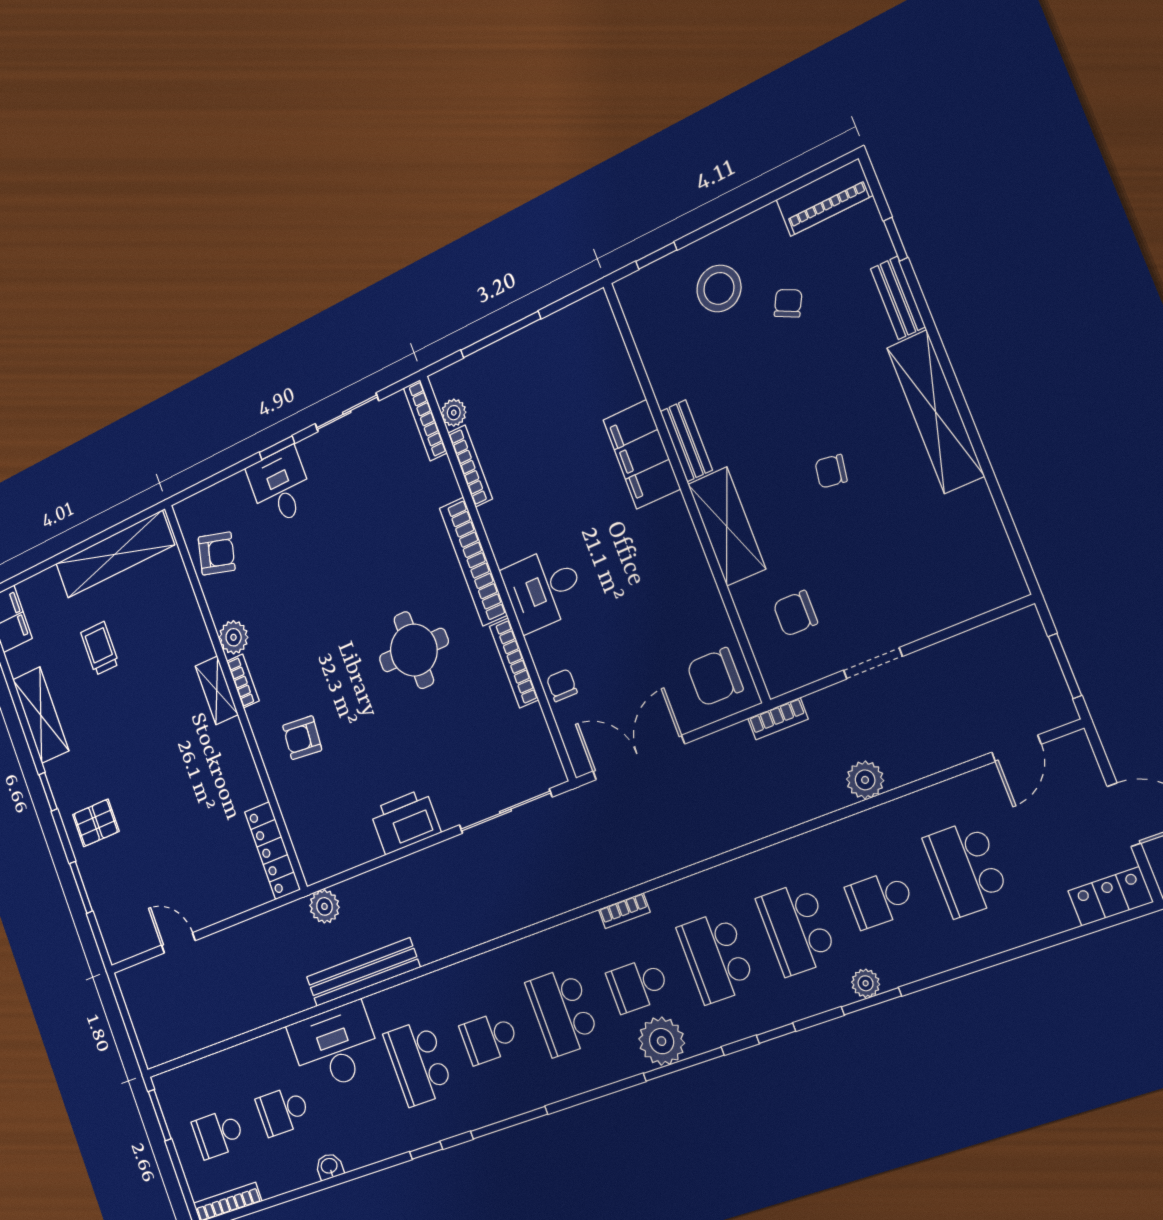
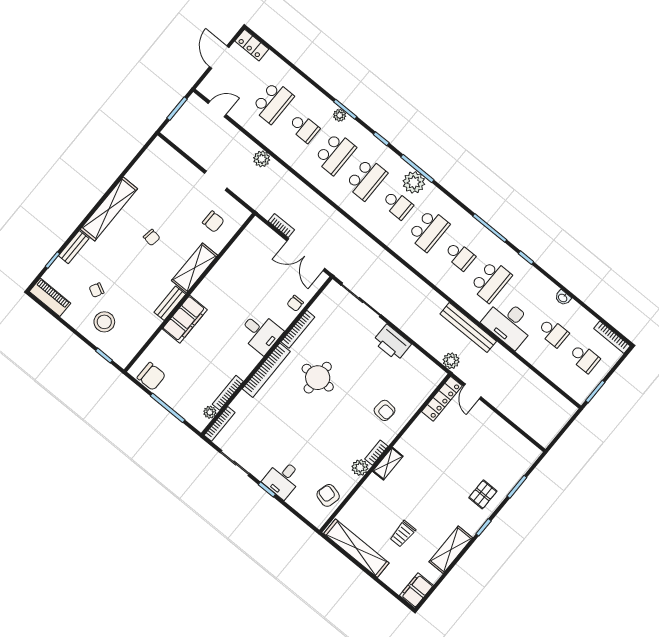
chair: (715, 677) -> (151, 376), moved
bookcase: (778, 719) -> (281, 225), moved
pallet: (96, 823) -> (483, 494), turned 90
bookcase: (624, 911) -> (371, 227), removed
door: (178, 943) -> (472, 391), moved

